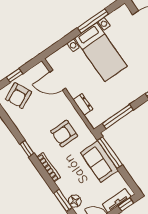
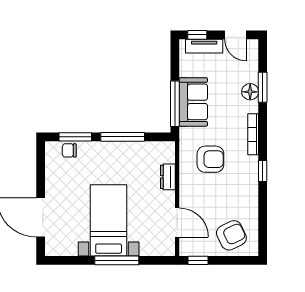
window: (93, 21) -> (117, 260), moved
window: (15, 75) -> (198, 260), moved
window: (118, 117) -> (123, 137), moved
floor lamp: (75, 201) -> (250, 92), moved

